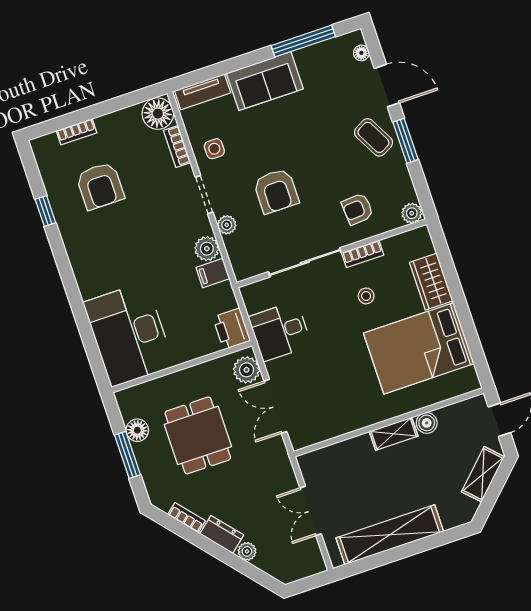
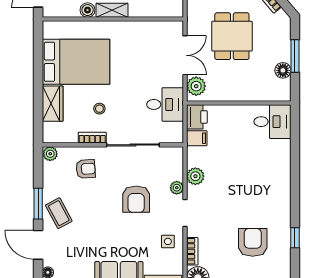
armchair: (276, 191) -> (136, 199), turned 180
filing cabinet: (213, 273) -> (197, 138), moved
desk: (129, 334) -> (272, 122), width x0.53, depth x0.77
dining table: (198, 435) -> (232, 36), moved

